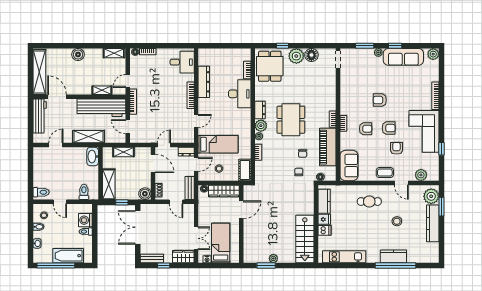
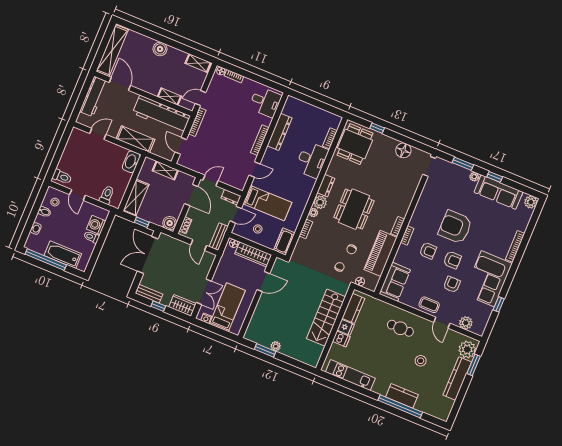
plant: (296, 56) -> (387, 145), removed
armchair: (380, 100) -> (455, 227), width x1.88, depth x1.88
stairs: (305, 239) -> (326, 318), moved

